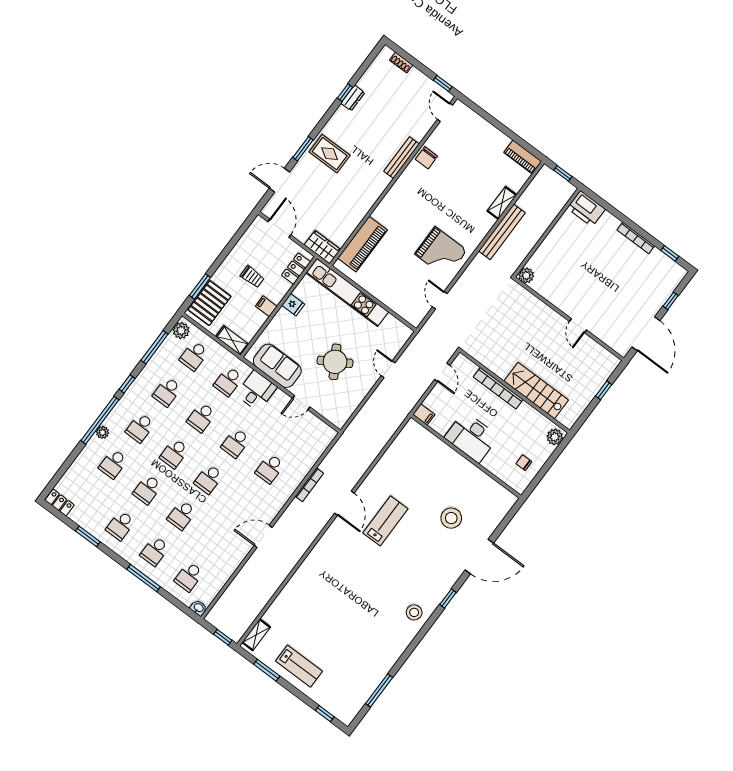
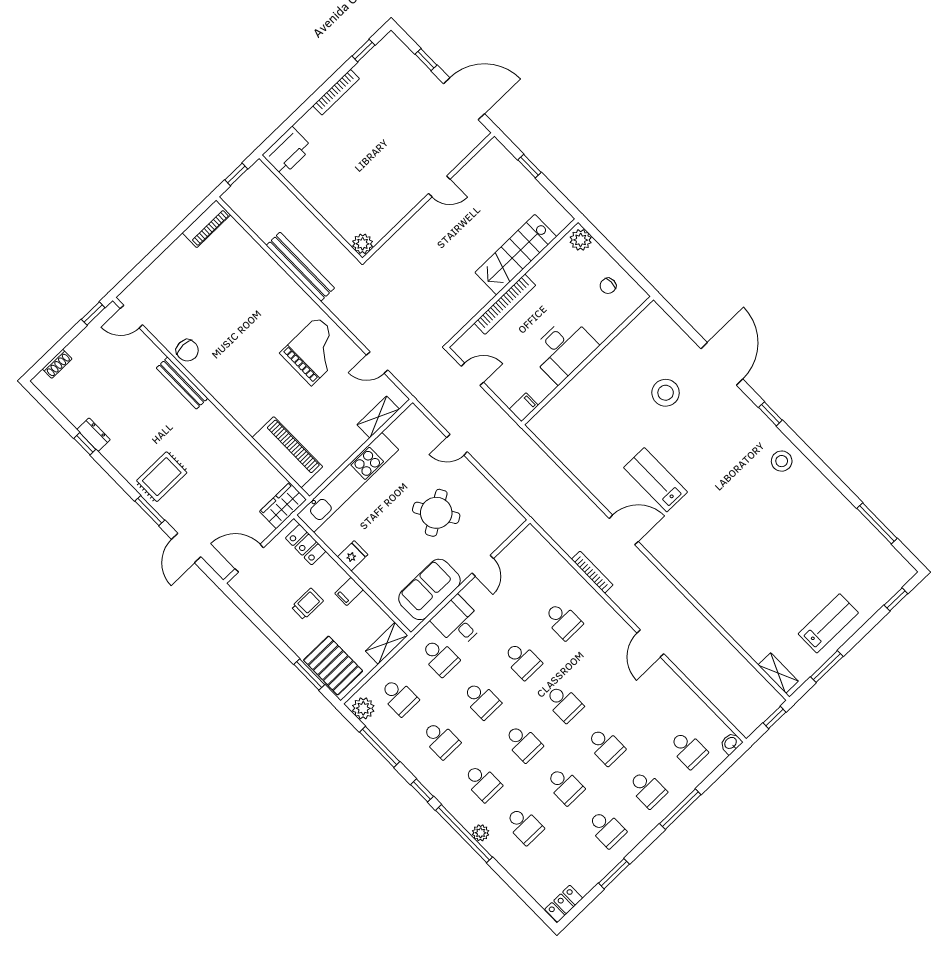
shelving: (502, 203) -> (378, 417), moved, turned 90

